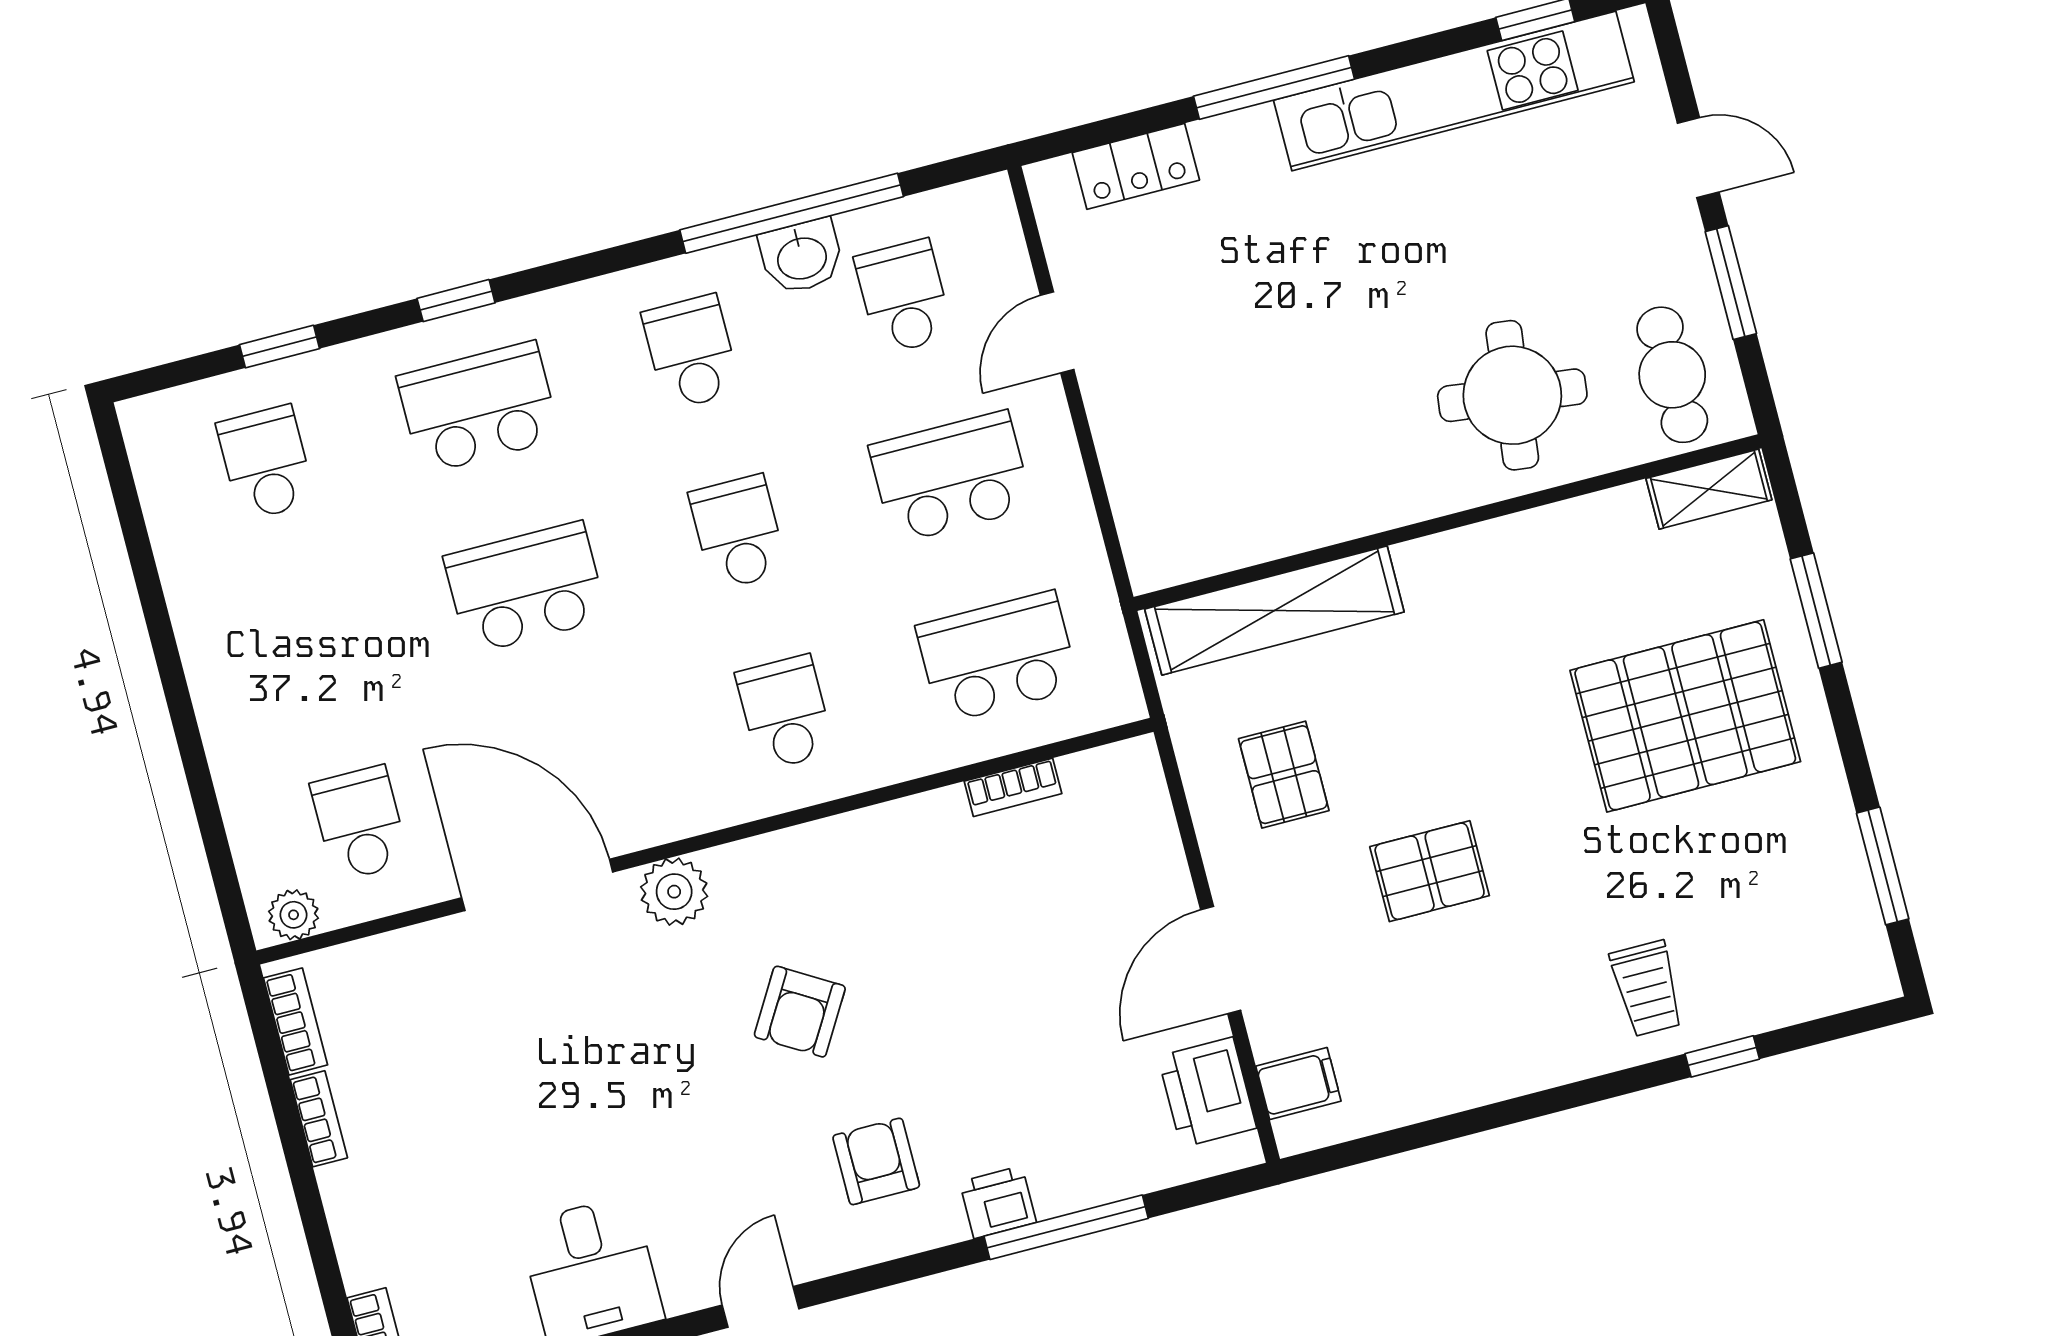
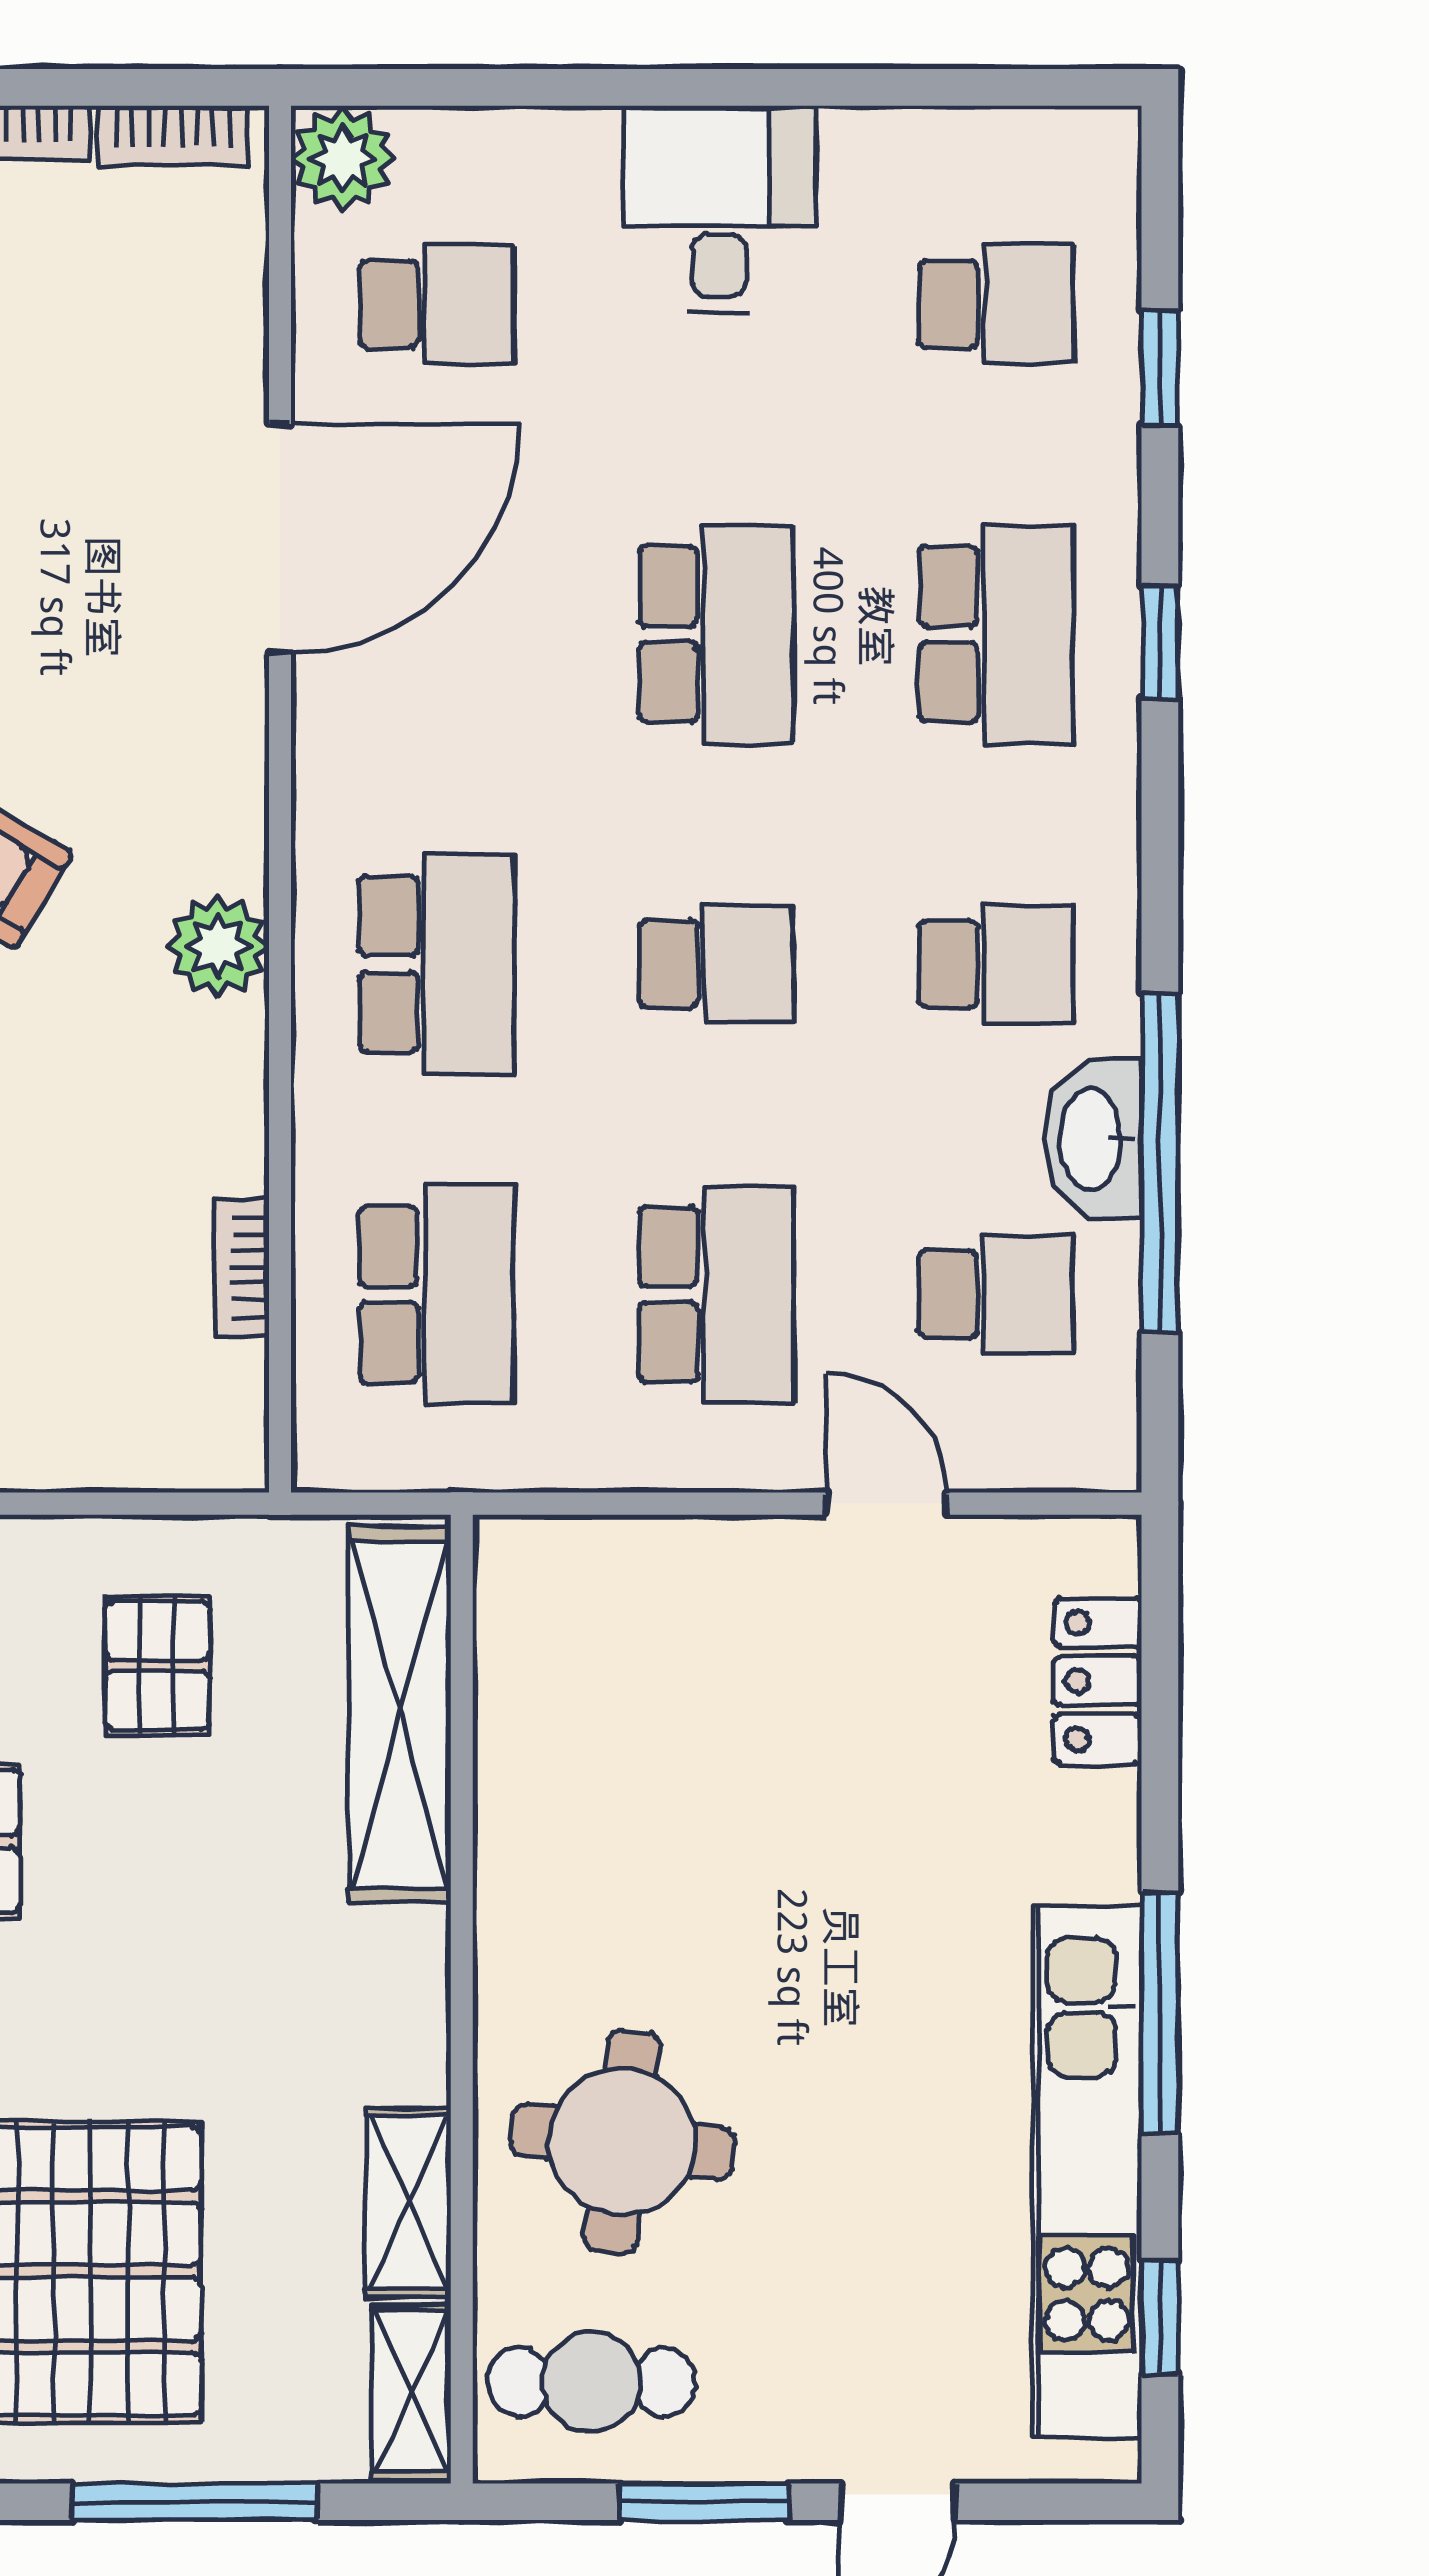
window: (1274, 88) -> (1160, 2013), moved
washbasin: (802, 257) -> (1093, 1139), width x1.38
shelving: (1588, 523) -> (408, 2203), added
window: (1816, 611) -> (194, 2502), width x1.44
desk: (251, 657) -> (720, 209), added
school desk: (785, 712) -> (437, 964), width x1.85
pallet: (1284, 775) -> (157, 1666), turned 90
plant: (674, 892) -> (218, 946), moved
plant: (294, 915) -> (343, 159), width x1.38, depth x1.38

